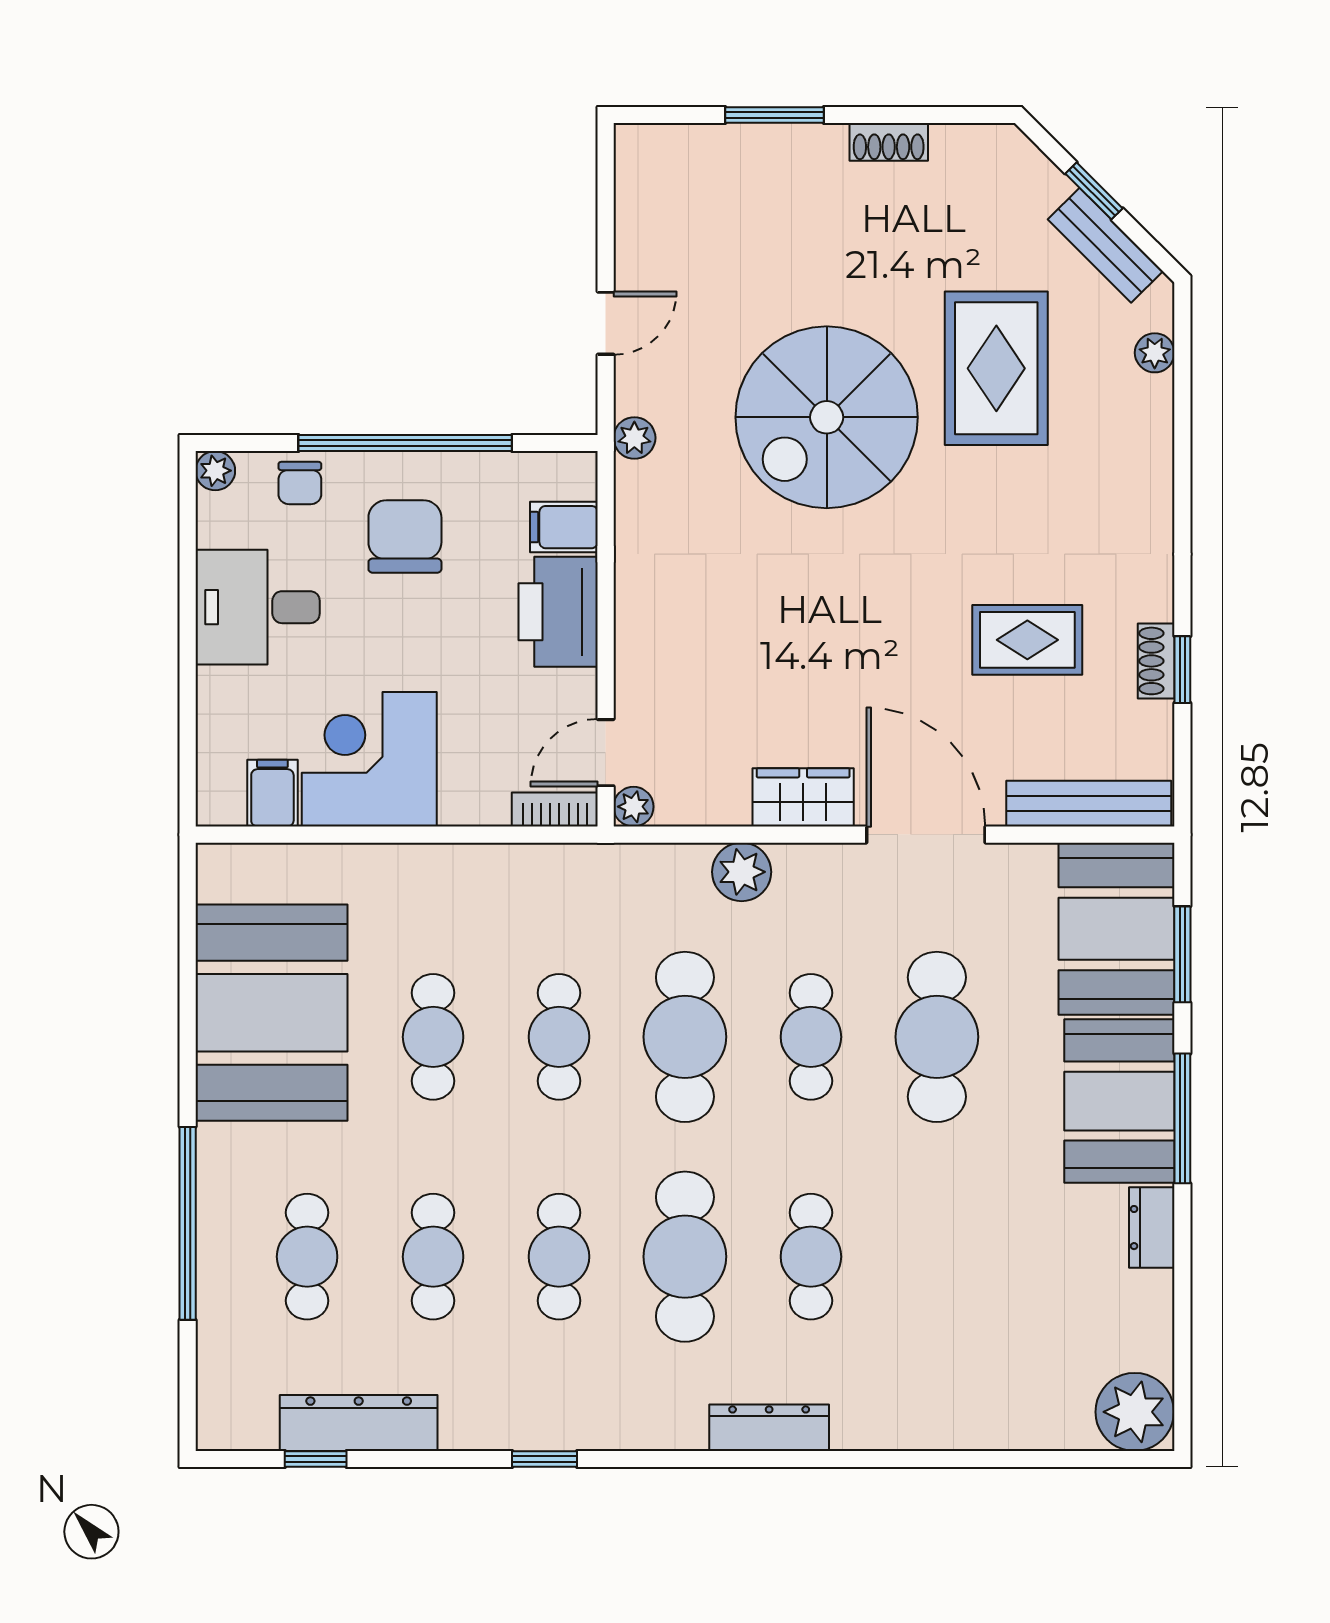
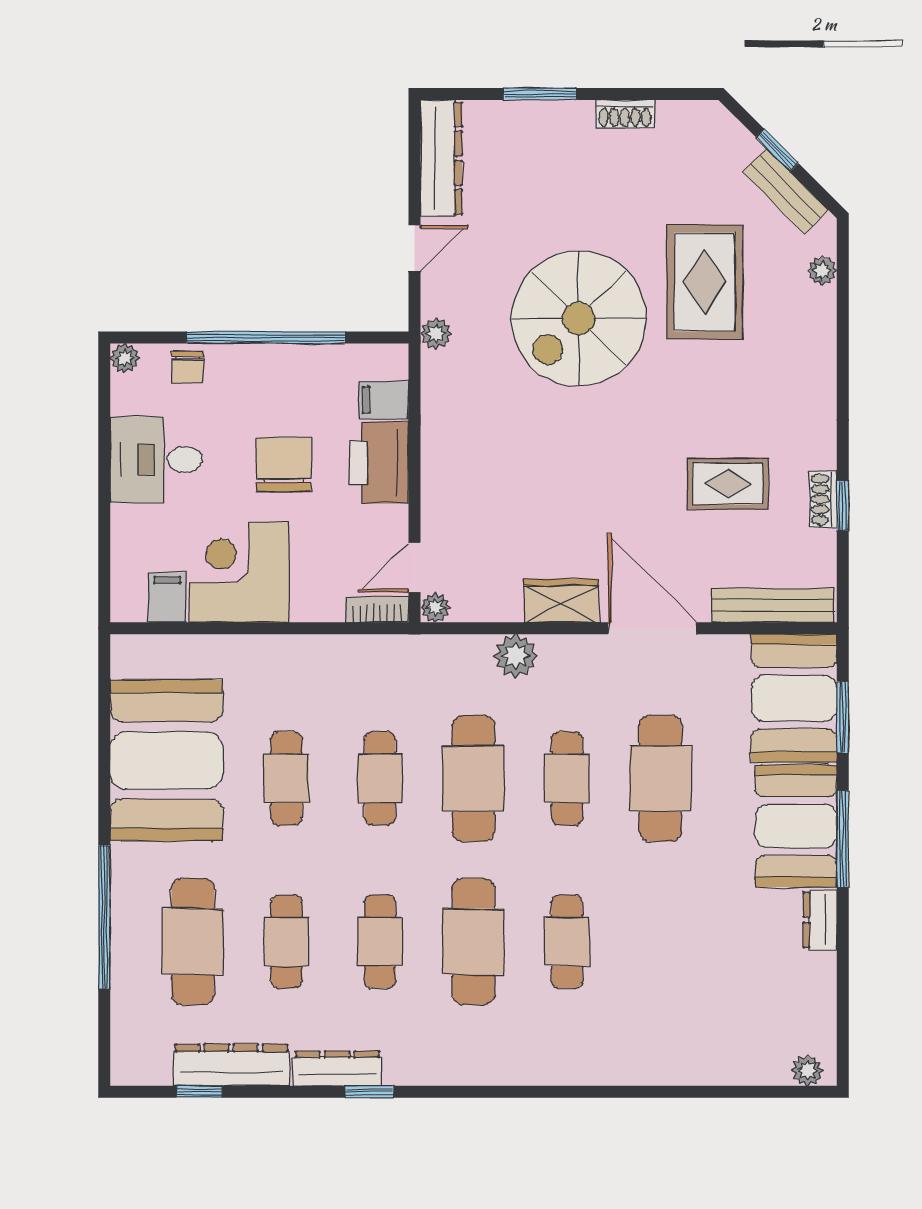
dresser: (642, 202) -> (441, 158), added
chair: (405, 536) -> (284, 464), moved
cafe table: (307, 1257) -> (193, 942), width x1.37, depth x1.35
plant: (1135, 1412) -> (807, 1070), width x0.53, depth x0.53
dresser: (769, 1428) -> (337, 1069), moved

